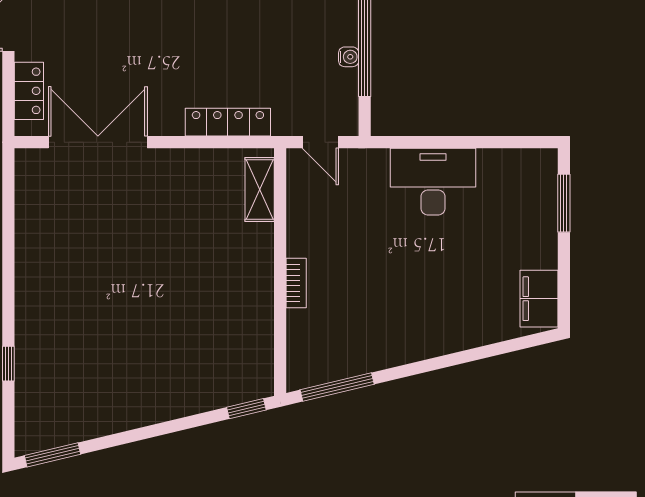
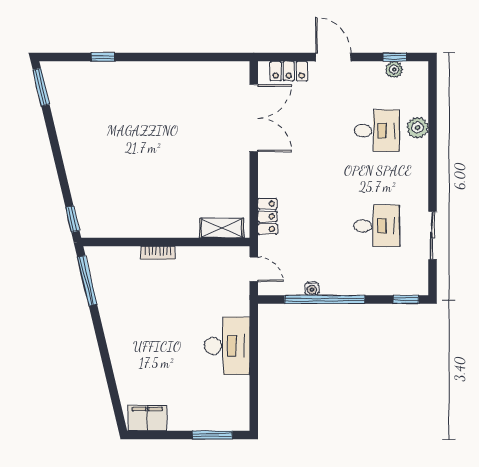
locker: (228, 122) -> (267, 216), width x0.66
door: (320, 142) -> (254, 269), swing flipped

